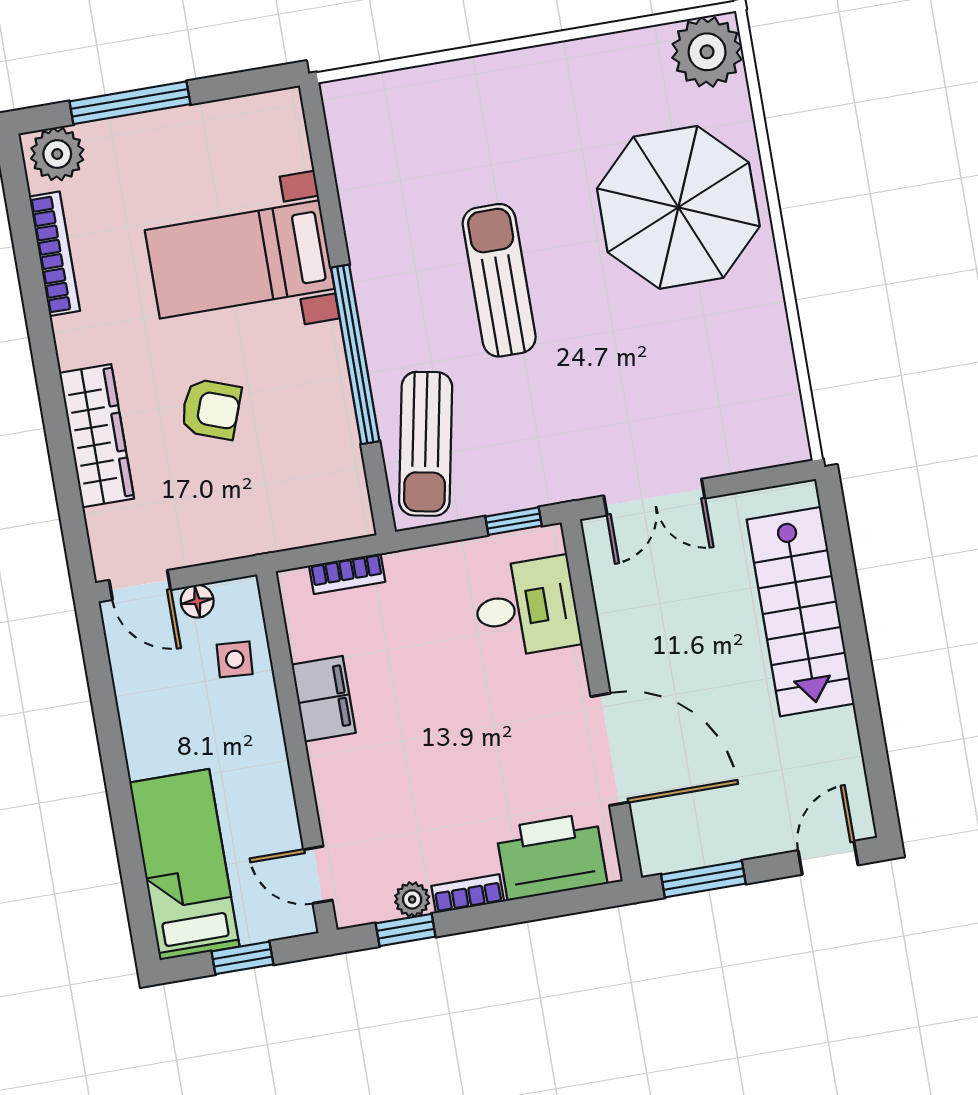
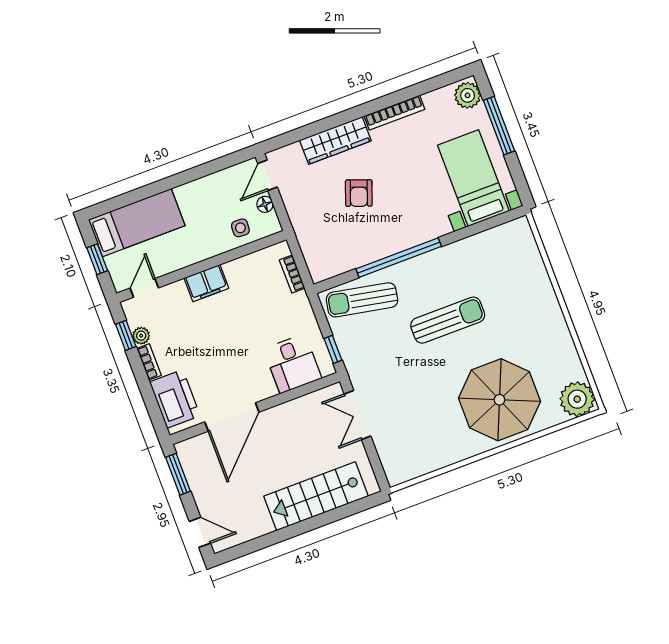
bookcase: (55, 254) -> (394, 113), moved
bed with nightstands: (240, 259) -> (473, 178), moved
filing cabinet: (324, 699) -> (206, 283), moved

